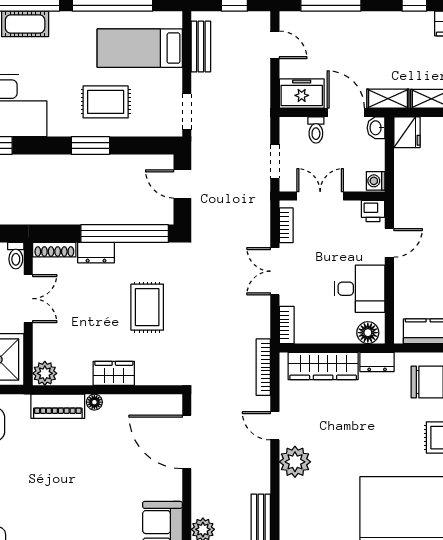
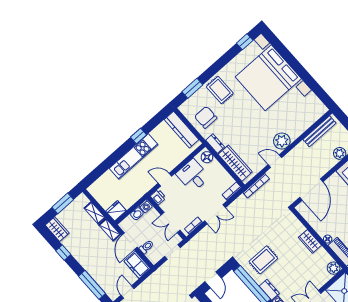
washbasin: (376, 128) -> (137, 214), moved
rug: (147, 307) -> (263, 260), moved
door: (275, 426) -> (275, 161), swing flipped

